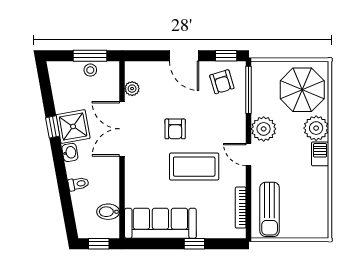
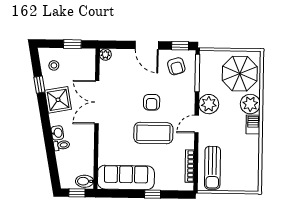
window: (90, 56) -> (72, 44), width x0.67
stool: (90, 70) -> (54, 65), moved
plant: (132, 89) -> (105, 55), moved
window: (53, 127) -> (39, 85), moved
armchair: (175, 129) -> (152, 102), moved
washbasin: (70, 152) -> (57, 133), moved
door: (249, 154) -> (197, 124), hinge flipped
bidet: (108, 212) -> (85, 181), moved

